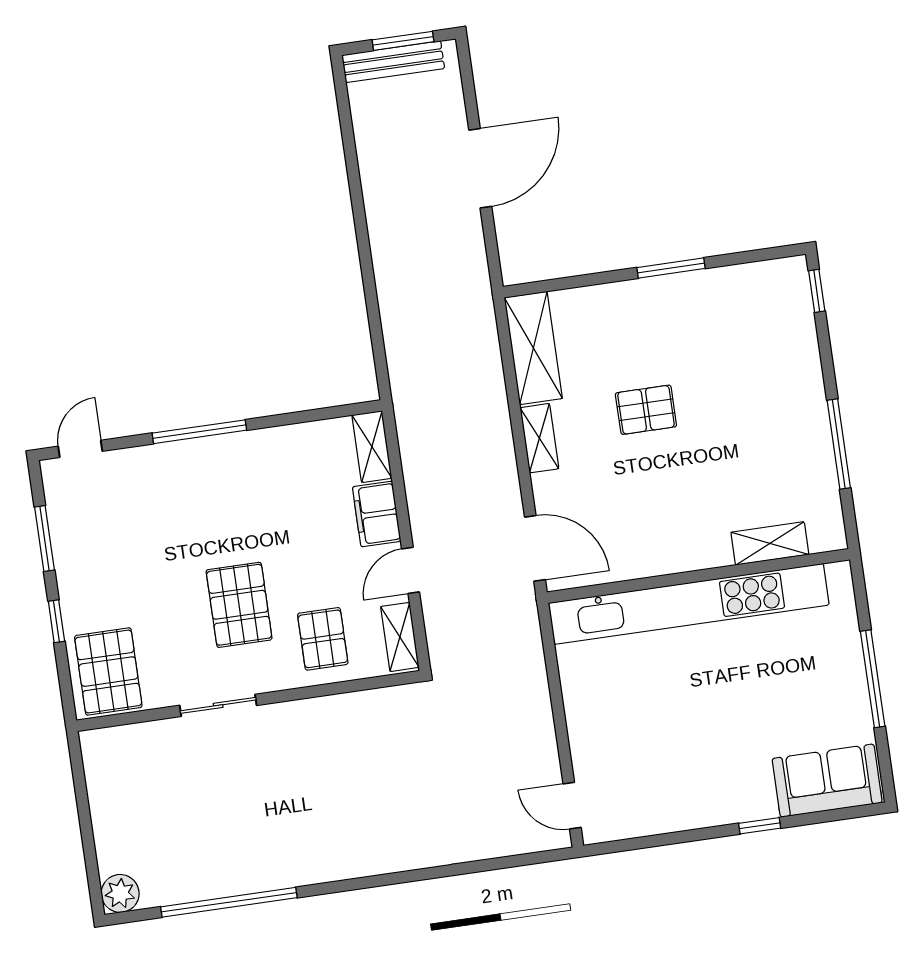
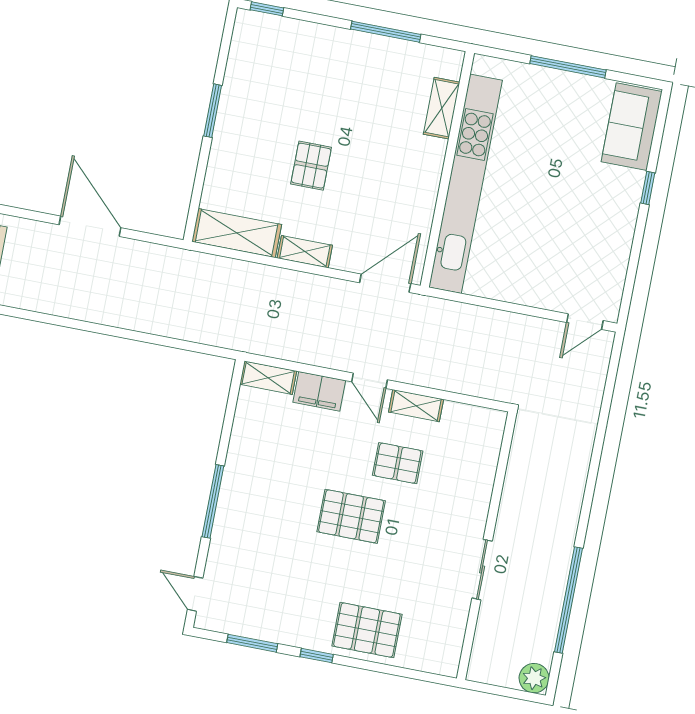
wall: (249, 701) -> (487, 546), moved
sliding door: (218, 705) -> (482, 570), moved

